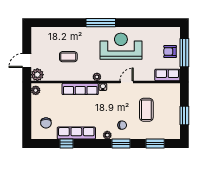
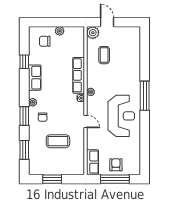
coffee table: (68, 57) -> (104, 55), moved
plant: (36, 90) -> (60, 31), moved
row of seats: (76, 133) -> (35, 78), width x0.68

